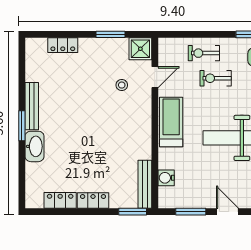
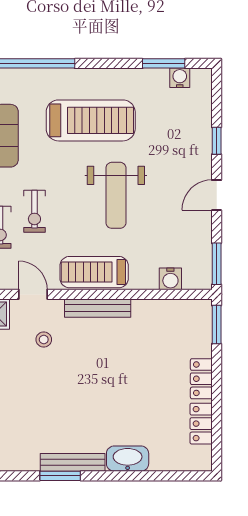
window: (22, 126) -> (60, 476), moved
bench: (145, 184) -> (98, 308), moved
window: (191, 212) -> (217, 264), moved

